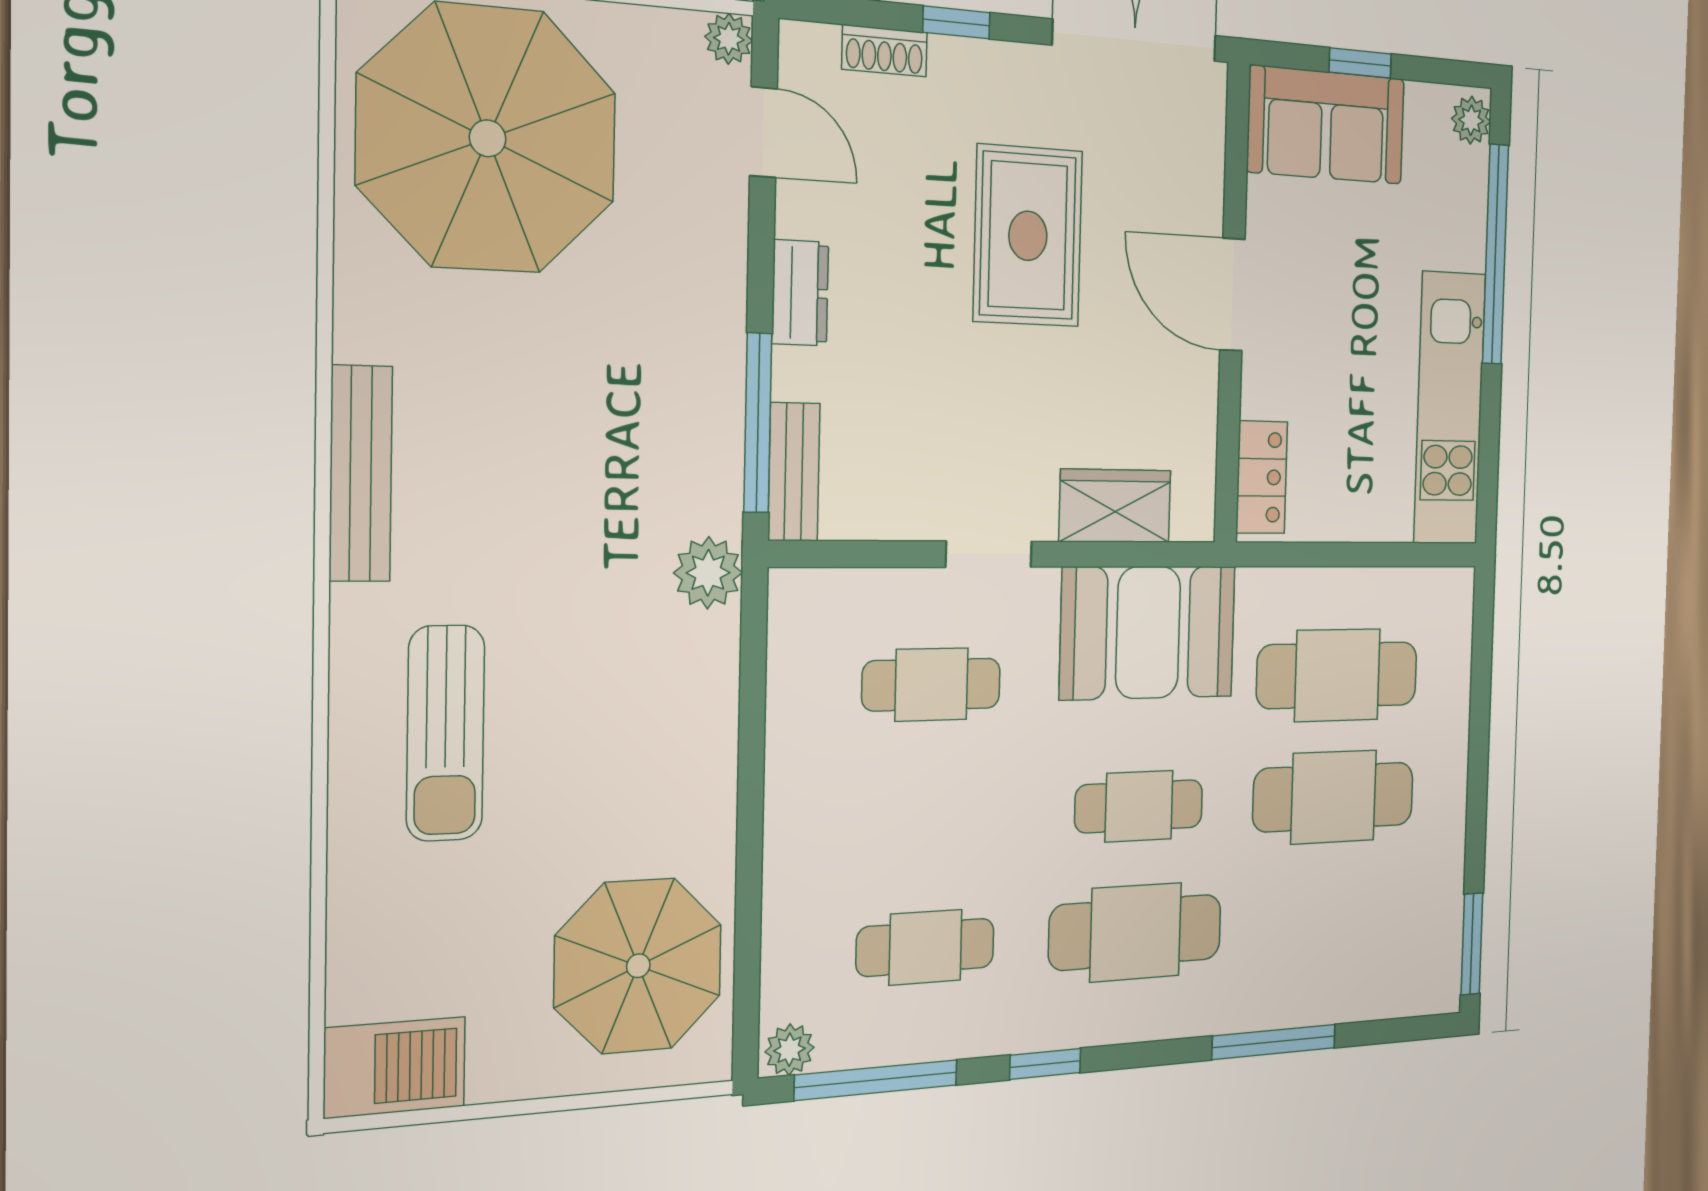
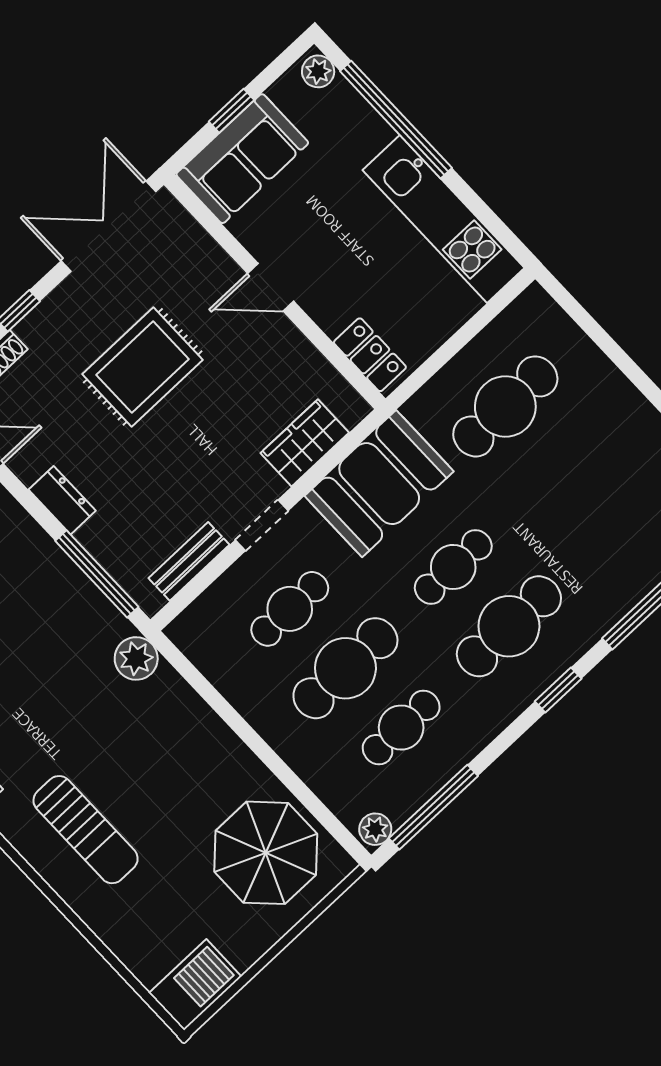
rug: (1028, 236) -> (143, 367), turned 90
door: (1232, 295) -> (271, 287), width x0.73
bench: (794, 472) -> (189, 561), moved, turned 90
cafe table: (1334, 797) -> (345, 668), moved
window: (1045, 1064) -> (558, 690), moved

